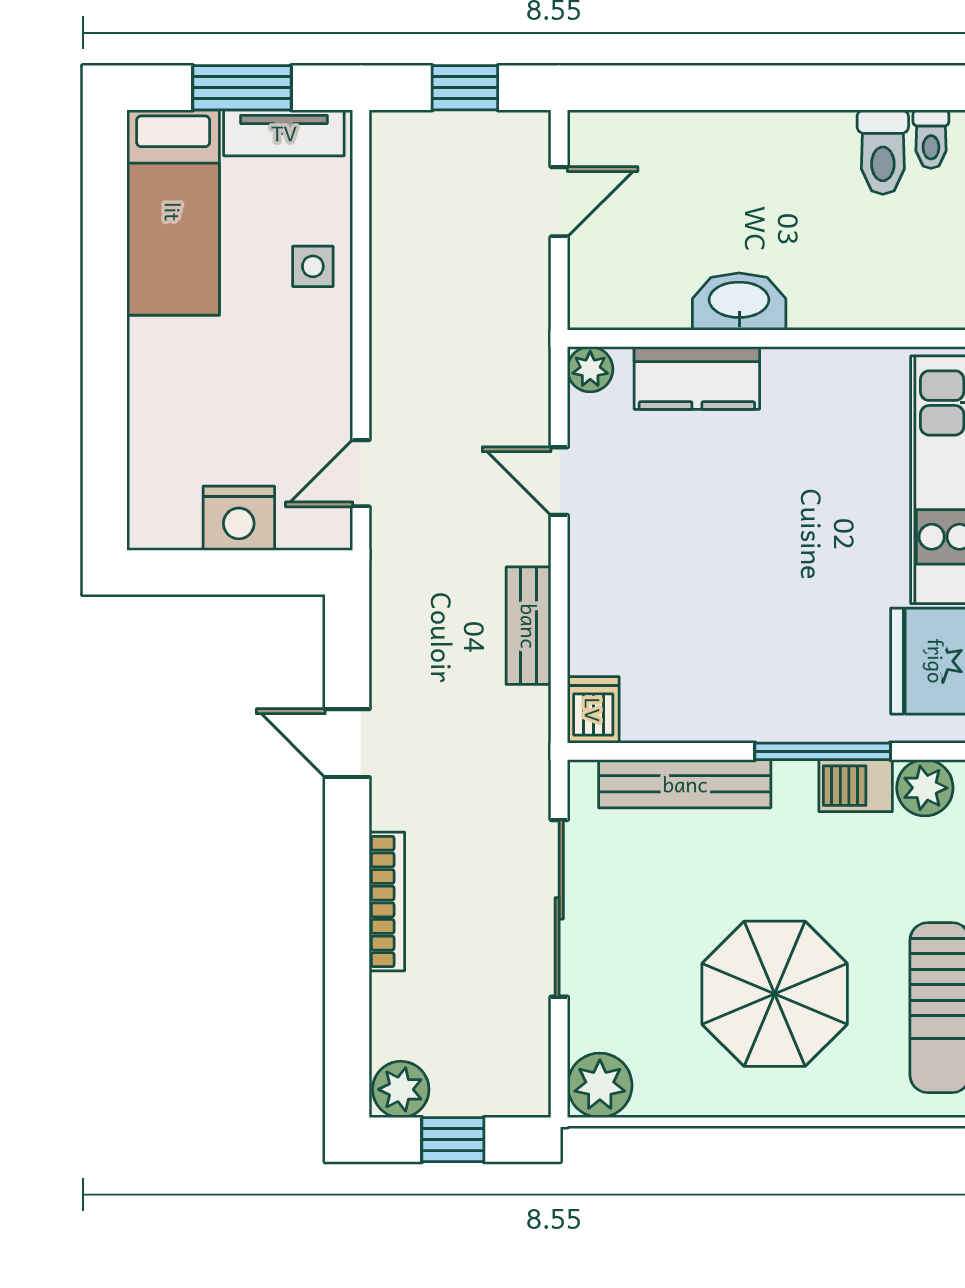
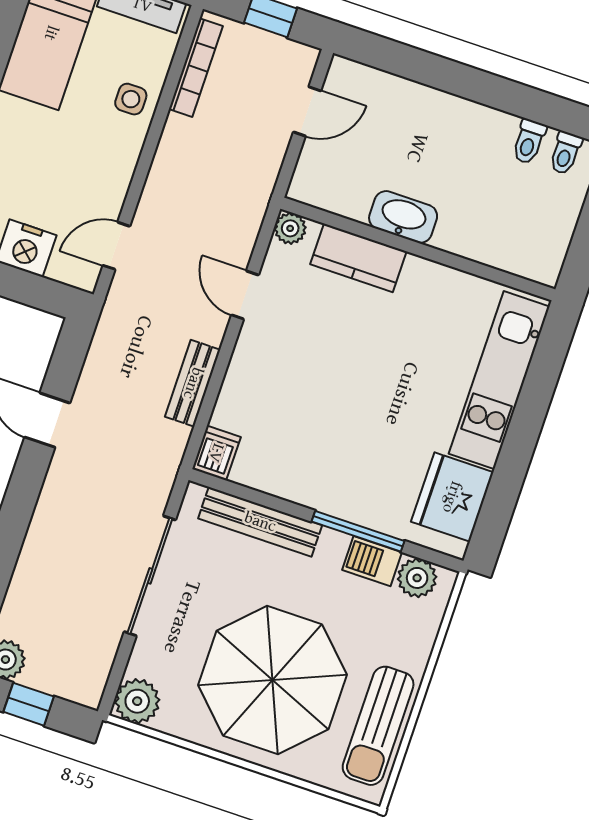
toilet: (883, 152) -> (529, 141), width x0.73, depth x0.72
bookcase: (387, 901) -> (196, 68), moved
parasol: (775, 994) -> (272, 680), width x1.36, depth x1.36

